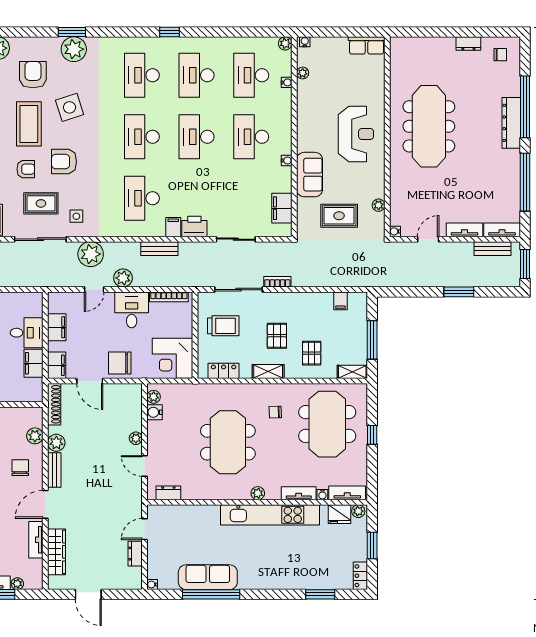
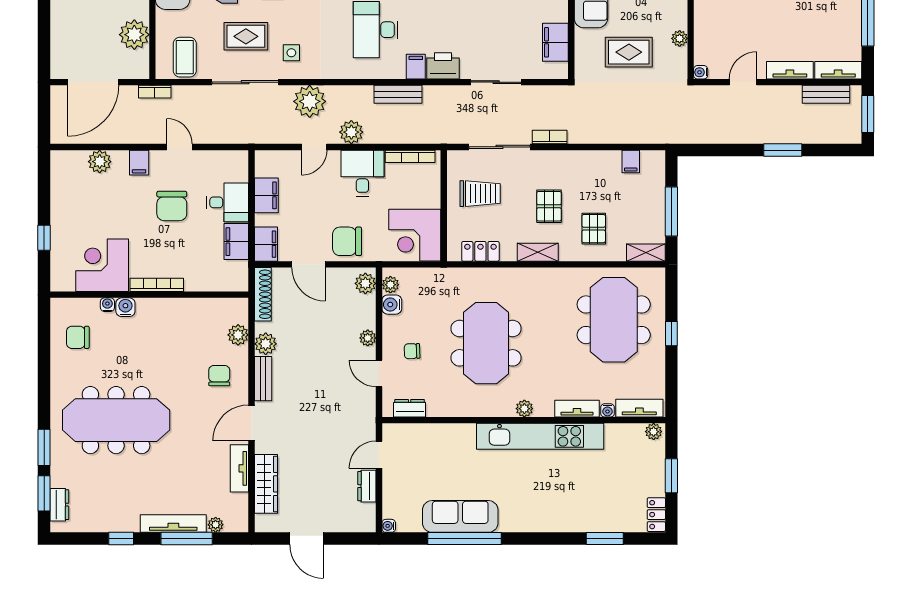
plant: (134, 396) -> (365, 283), added
chair: (275, 412) -> (412, 351), moved
fridge: (339, 514) -> (629, 435), removed

